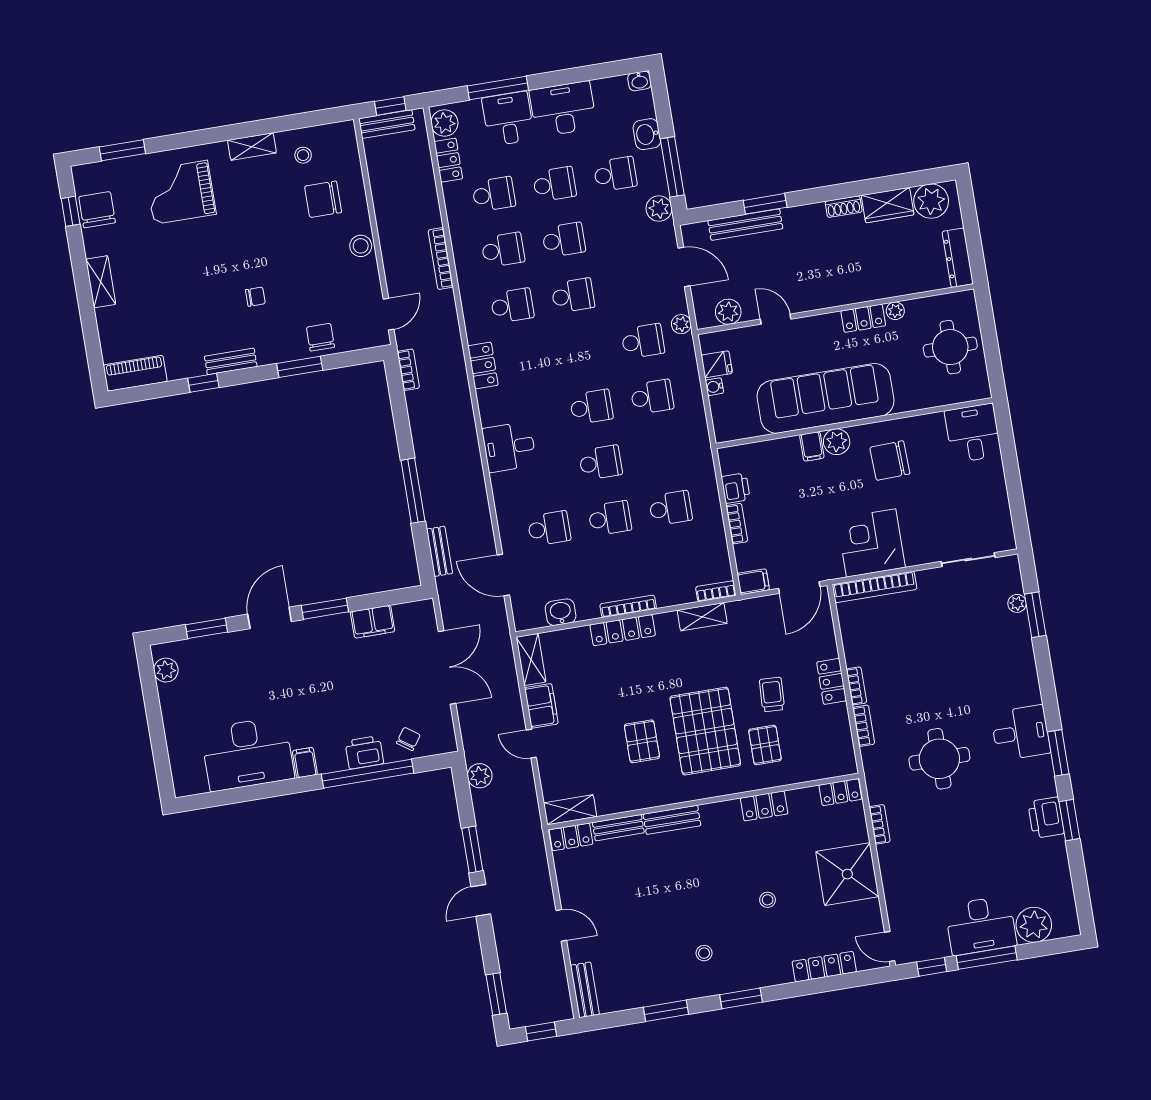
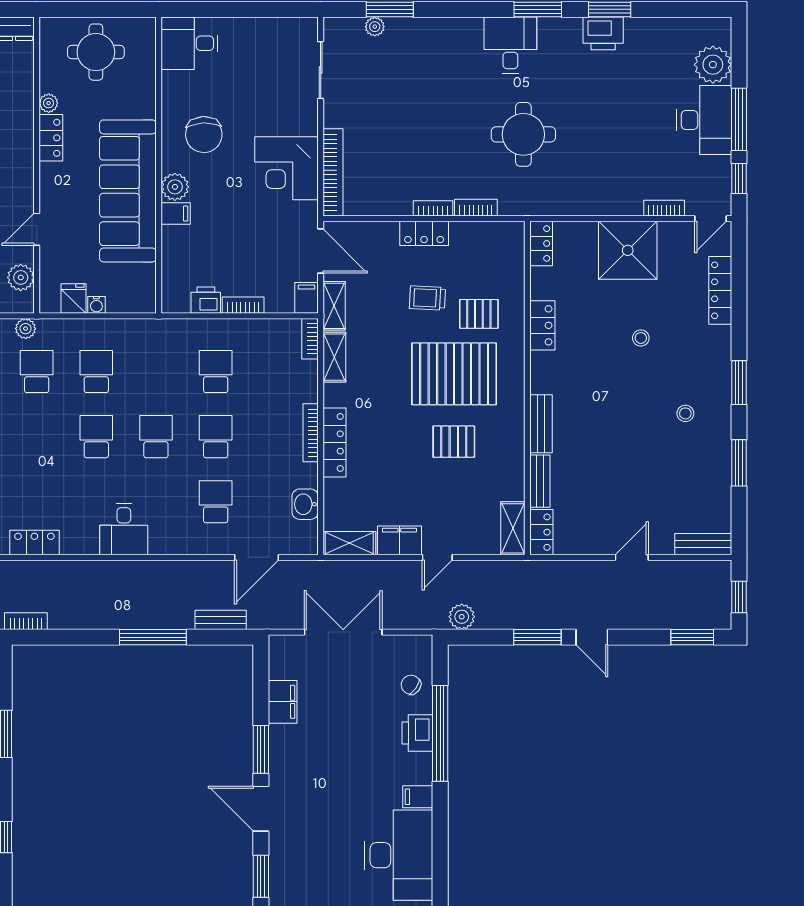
shelving: (750, 609) -> (334, 306), added
bookcase: (880, 824) -> (664, 208), moved

